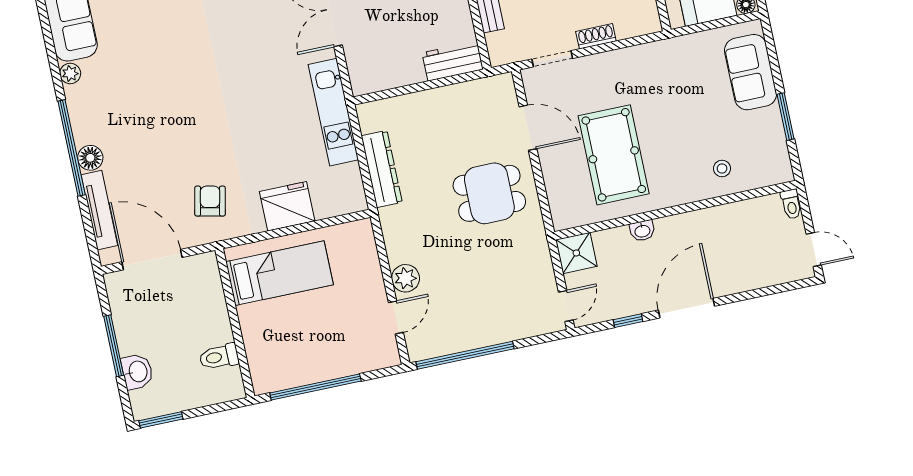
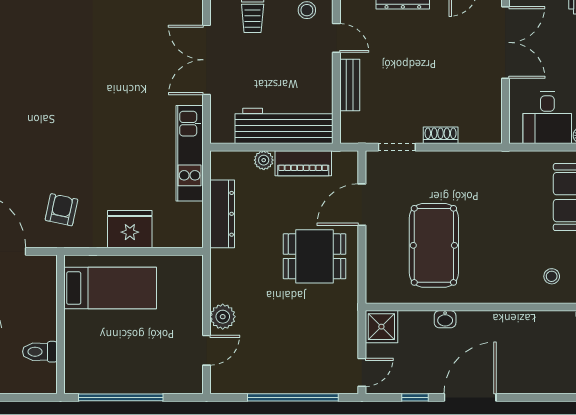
workbench: (453, 61) -> (284, 126), width x1.87, depth x1.32
piano: (456, 97) -> (303, 163), added
plant: (414, 103) -> (264, 160), added
door: (528, 128) -> (362, 205), swing flipped
stool: (722, 168) -> (552, 276), moved
window: (465, 355) -> (293, 397), moved

